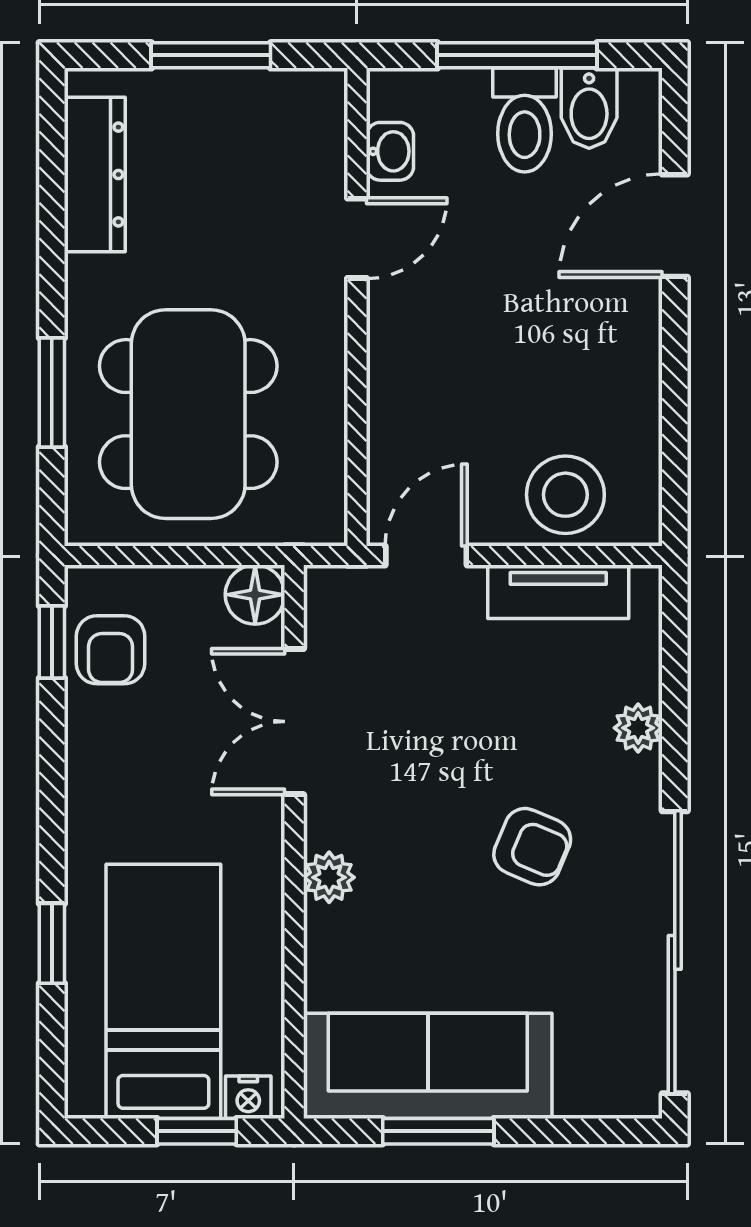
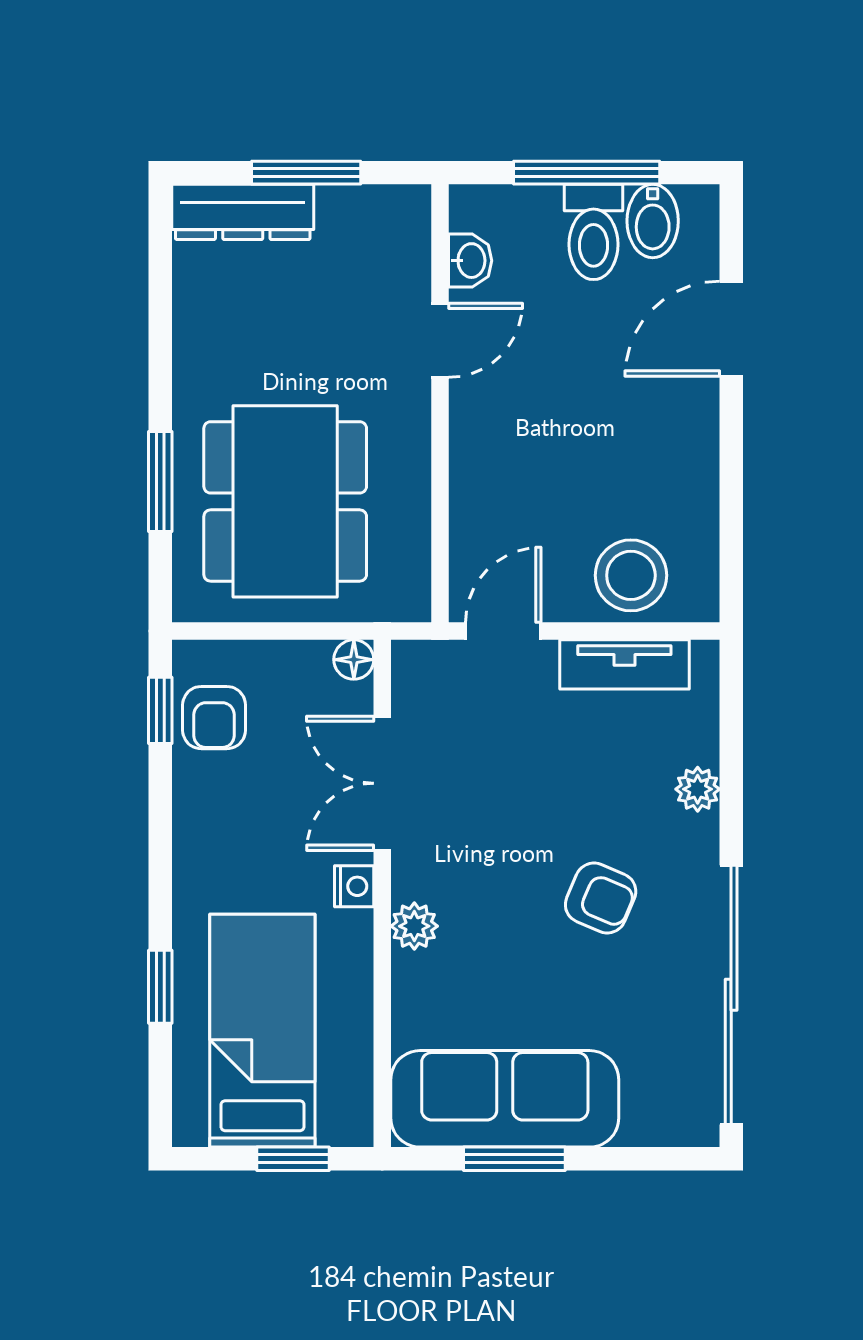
dresser: (95, 175) -> (243, 212), moved, turned 90
floor lamp: (255, 595) -> (354, 660), width x0.73, depth x0.73
nightstand: (248, 1097) -> (354, 886), moved, turned -90

